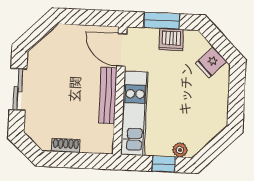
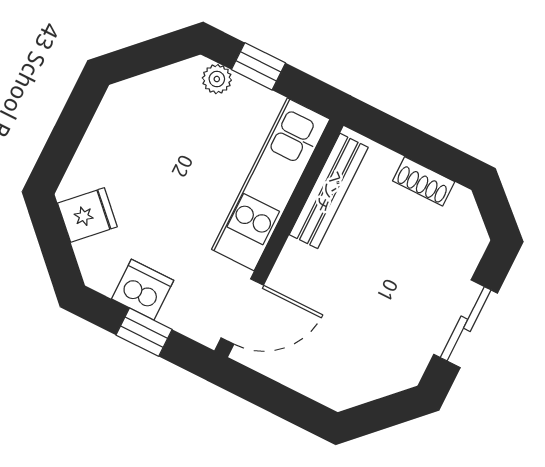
window: (162, 21) -> (144, 332), width x0.67
door: (122, 50) -> (242, 311), hinge flipped
bench: (108, 95) -> (329, 191), moved

